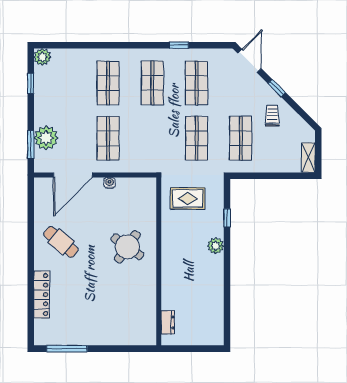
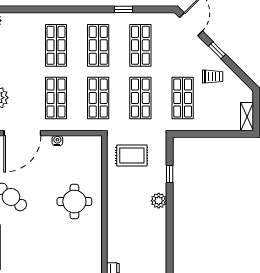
trolley: (272, 116) -> (213, 77), turned 90
shop shelf: (152, 138) -> (98, 98), added
round table: (127, 247) -> (74, 202), turned -35

